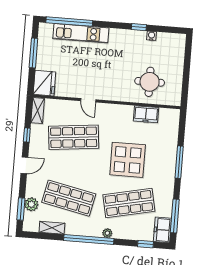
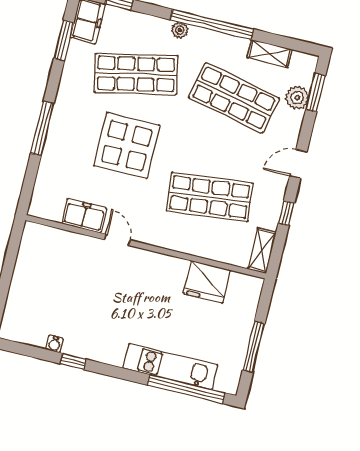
round table: (150, 82) -> (70, 268), removed
fridge: (44, 83) -> (207, 282), moved, turned -90
door: (88, 100) -> (117, 240), moved
window: (175, 216) -> (64, 40), width x0.69

